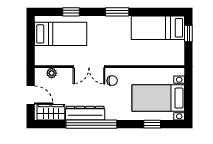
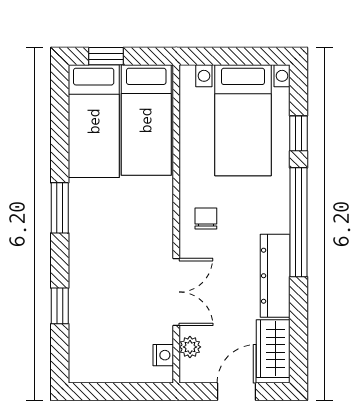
bed: (61, 34) -> (146, 120), moved, turned 180
nightstand: (48, 61) -> (163, 355), added
double door: (89, 67) -> (176, 292), moved
window: (91, 124) -> (299, 222), moved

